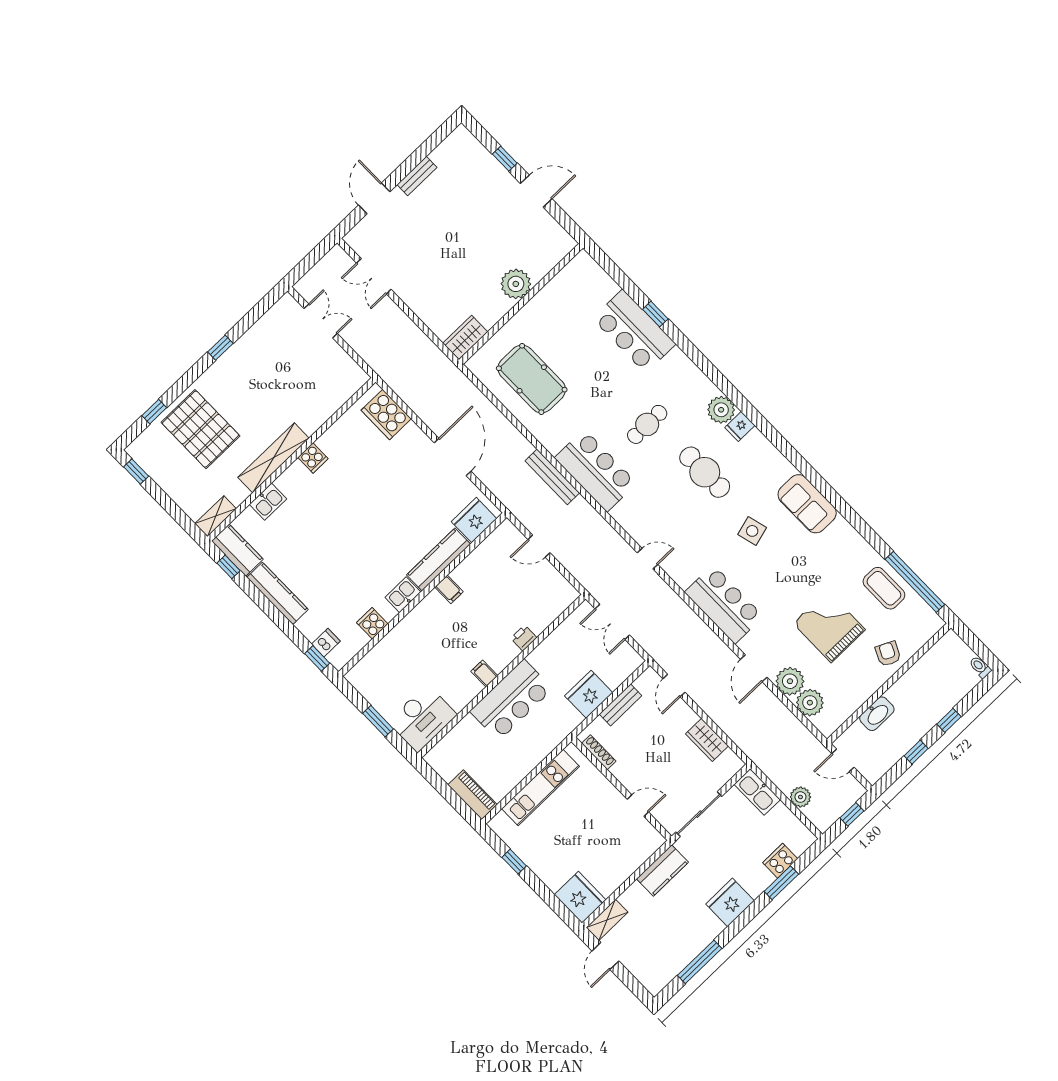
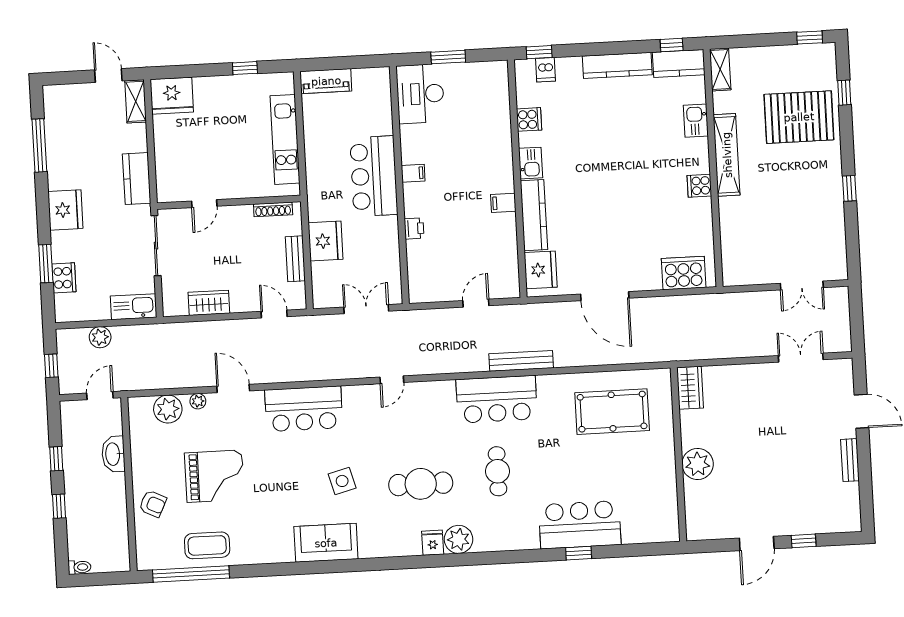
plant: (790, 681) -> (198, 401), width x0.53, depth x0.53

